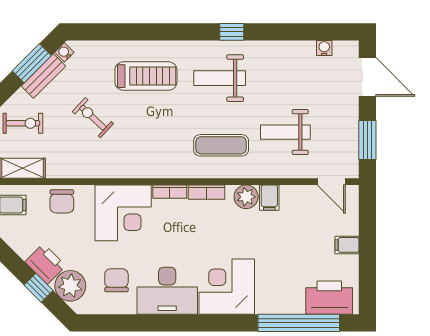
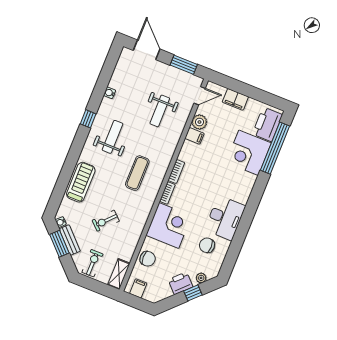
water cooler: (324, 48) -> (110, 93), moved
treadmill: (146, 76) -> (81, 182), moved
door: (367, 77) -> (147, 50), hinge flipped
weight bench: (220, 78) -> (113, 137), turned 180
exercise mat: (221, 145) -> (137, 173), moved
plant: (246, 197) -> (199, 122), moved
filing cabinet: (347, 245) -> (235, 99), width x2.00
plant: (70, 286) -> (201, 278), width x0.53, depth x0.53
corner desk: (227, 287) -> (249, 153), moved

